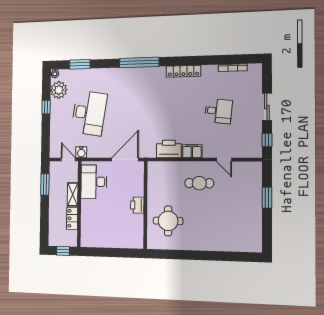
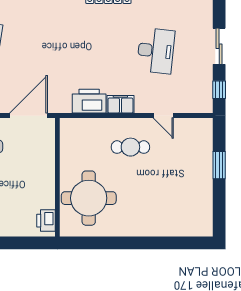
desk: (218, 111) -> (156, 51), width x1.37
printer: (137, 205) -> (46, 221), moved
round table: (168, 221) -> (89, 198), width x1.36, depth x1.36

